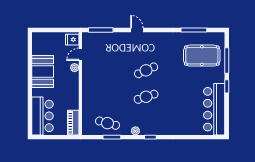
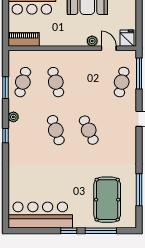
cafe table: (108, 44) -> (122, 82), added
cafe table: (108, 97) -> (56, 82), added

